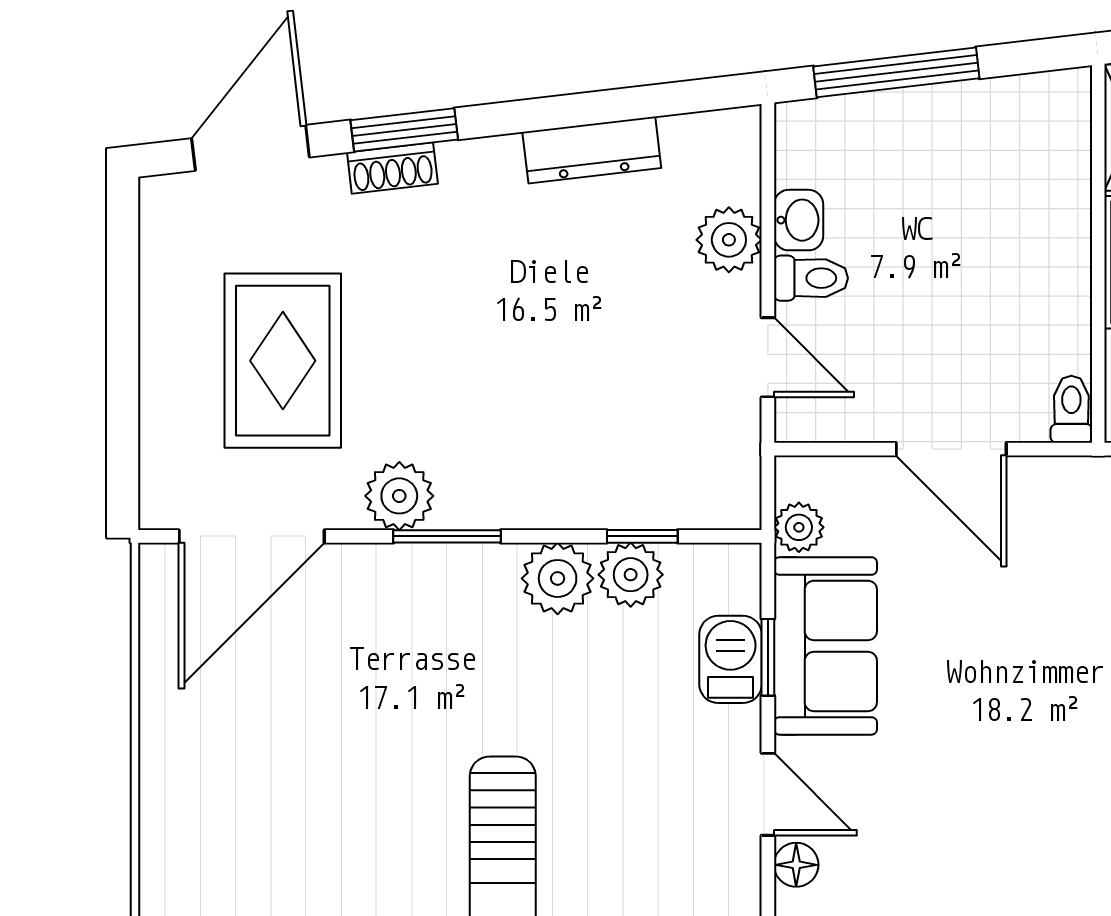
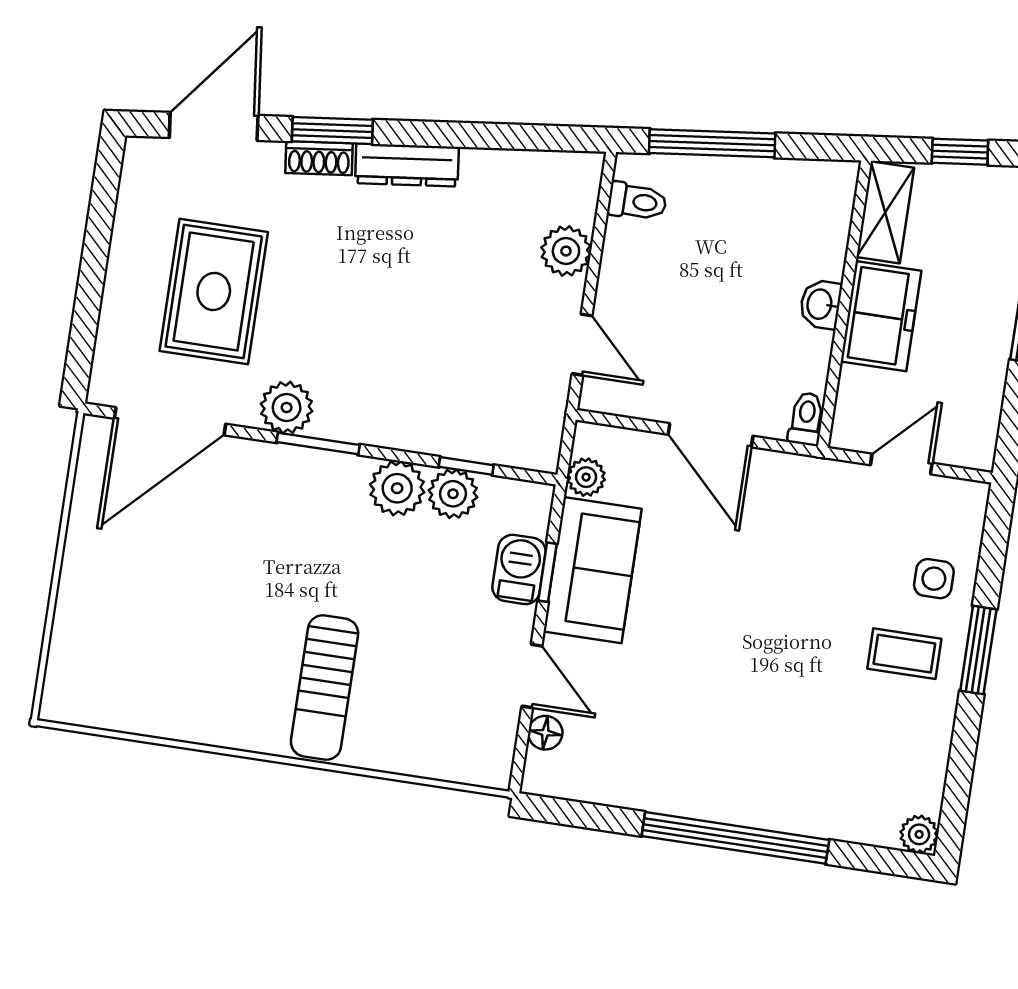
dresser: (592, 150) -> (407, 165), moved
washbasin: (799, 220) -> (821, 304), moved, turned 180
toilet: (811, 278) -> (637, 202), moved

